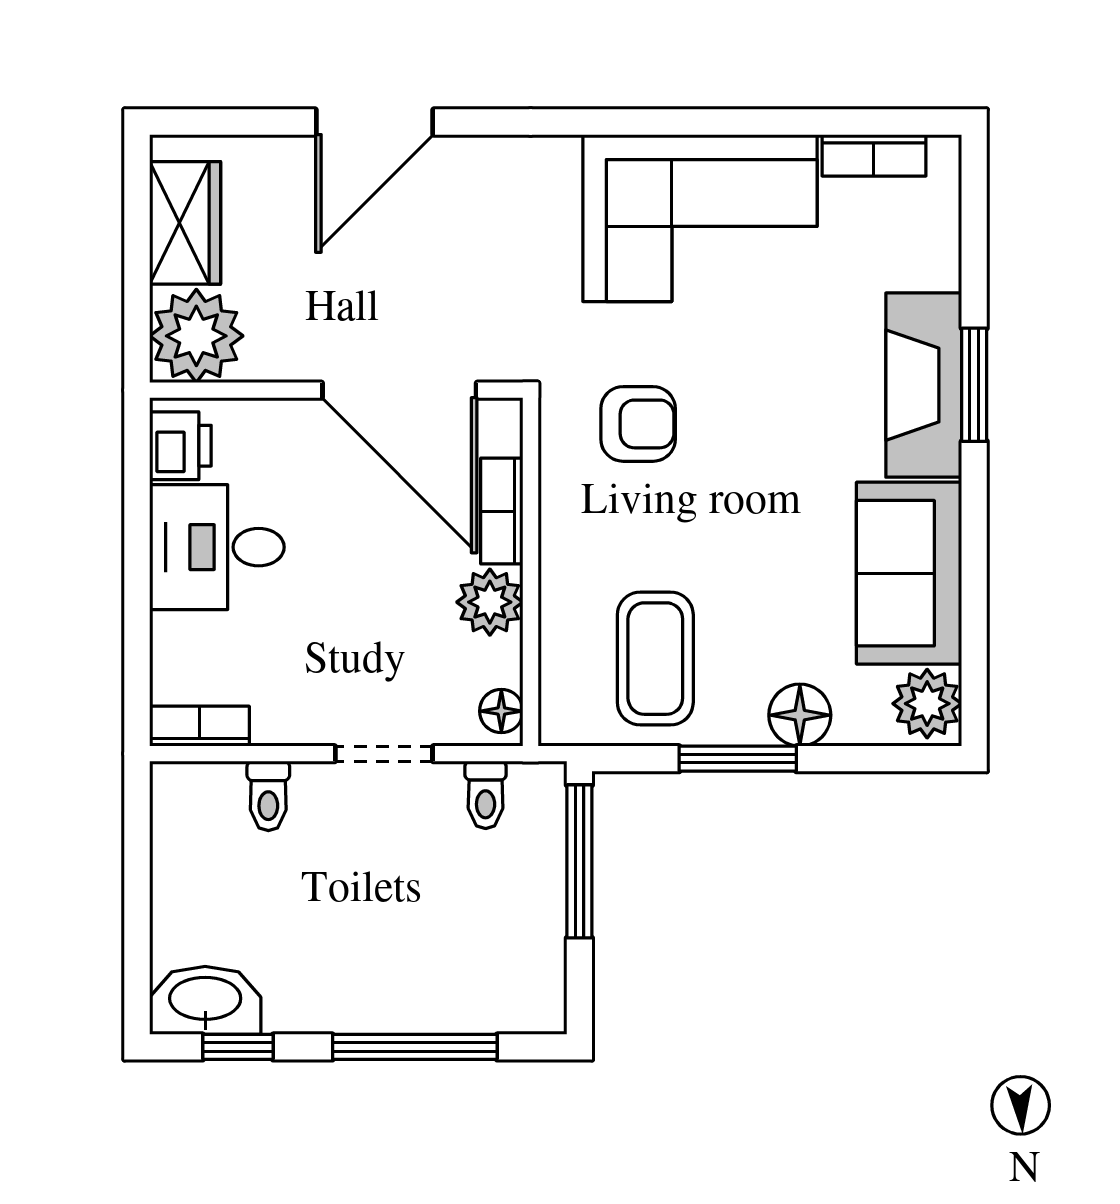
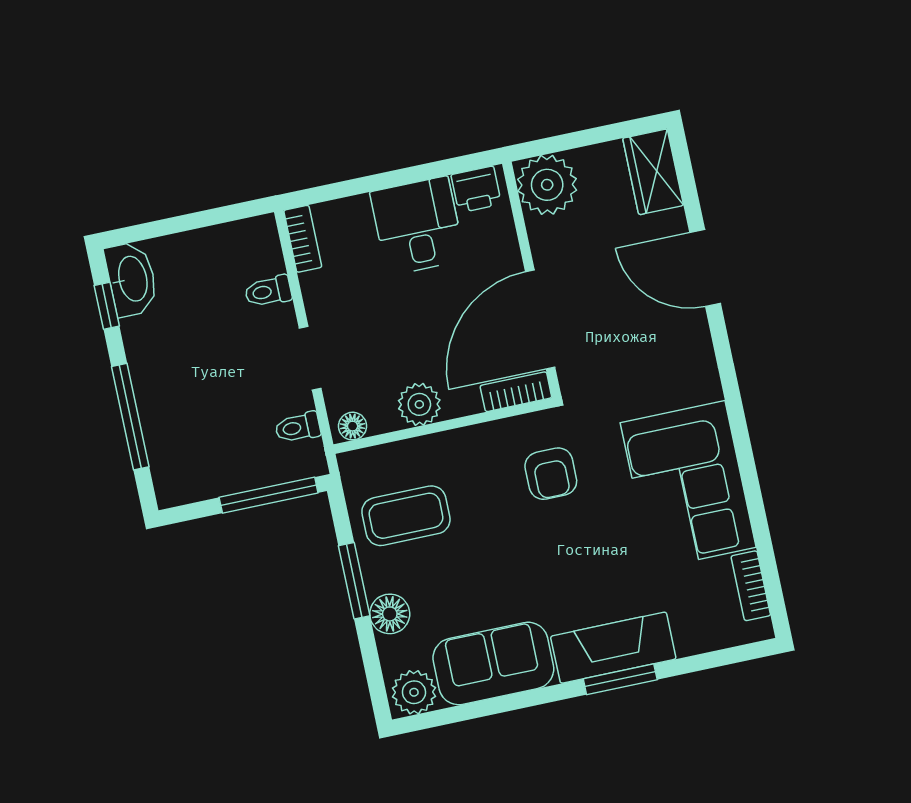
wardrobe: (185, 223) -> (653, 172), moved, turned 90
bookcase: (502, 511) -> (516, 392), moved

